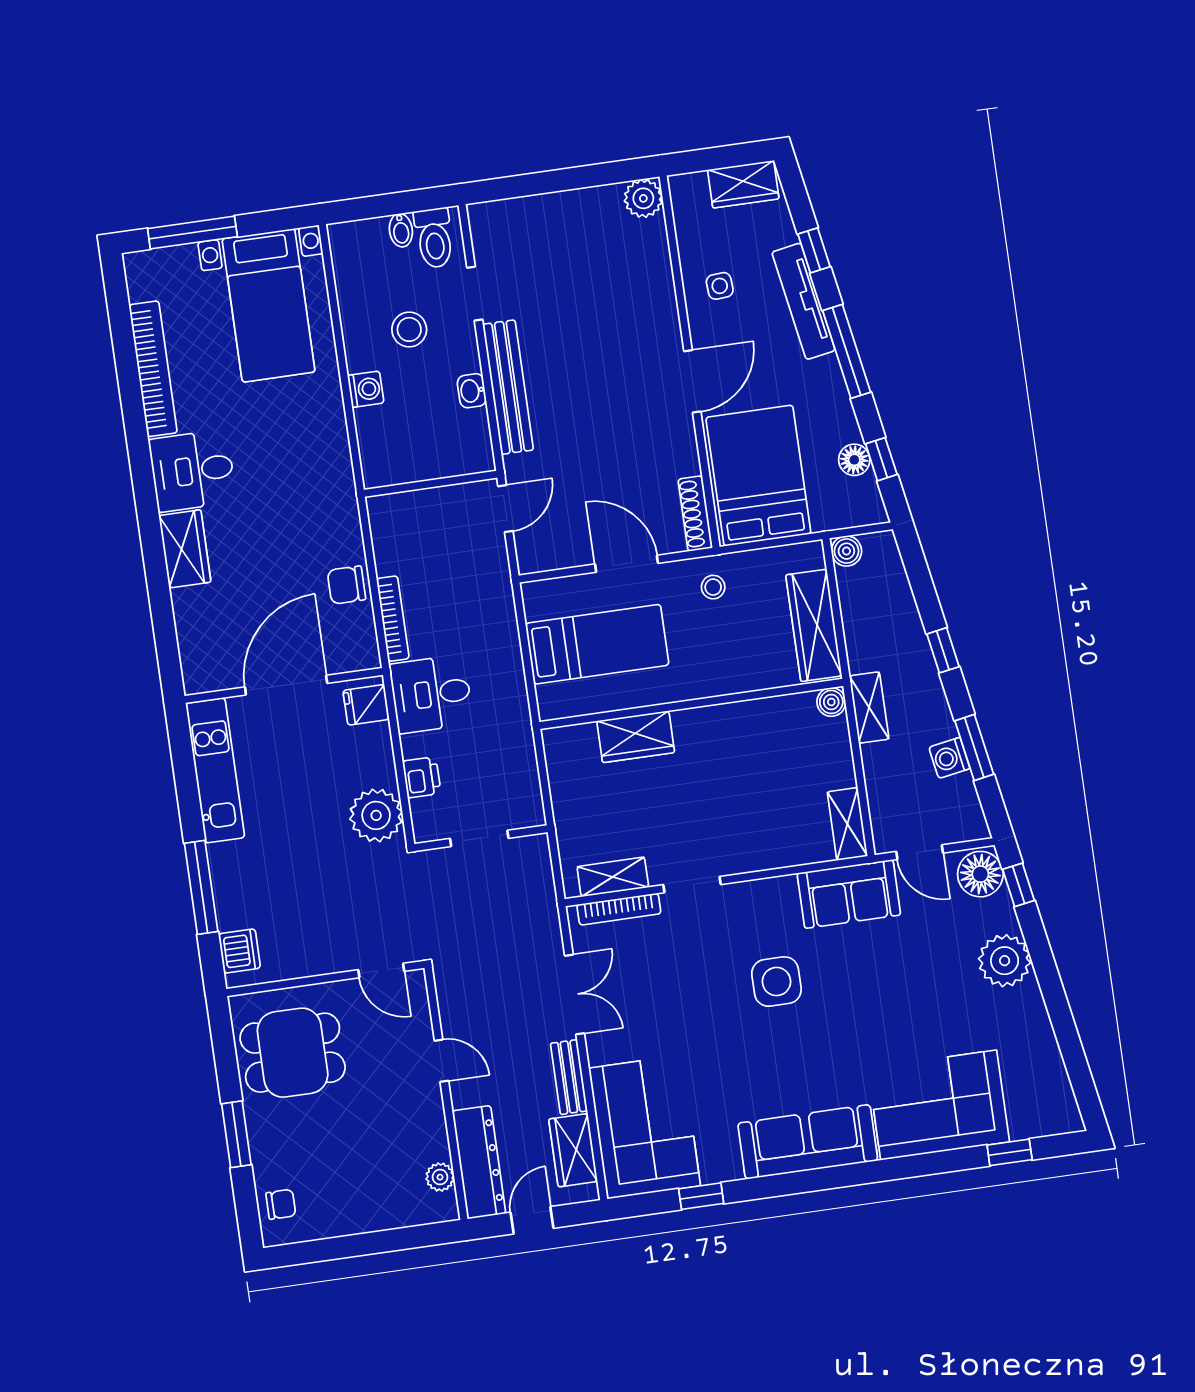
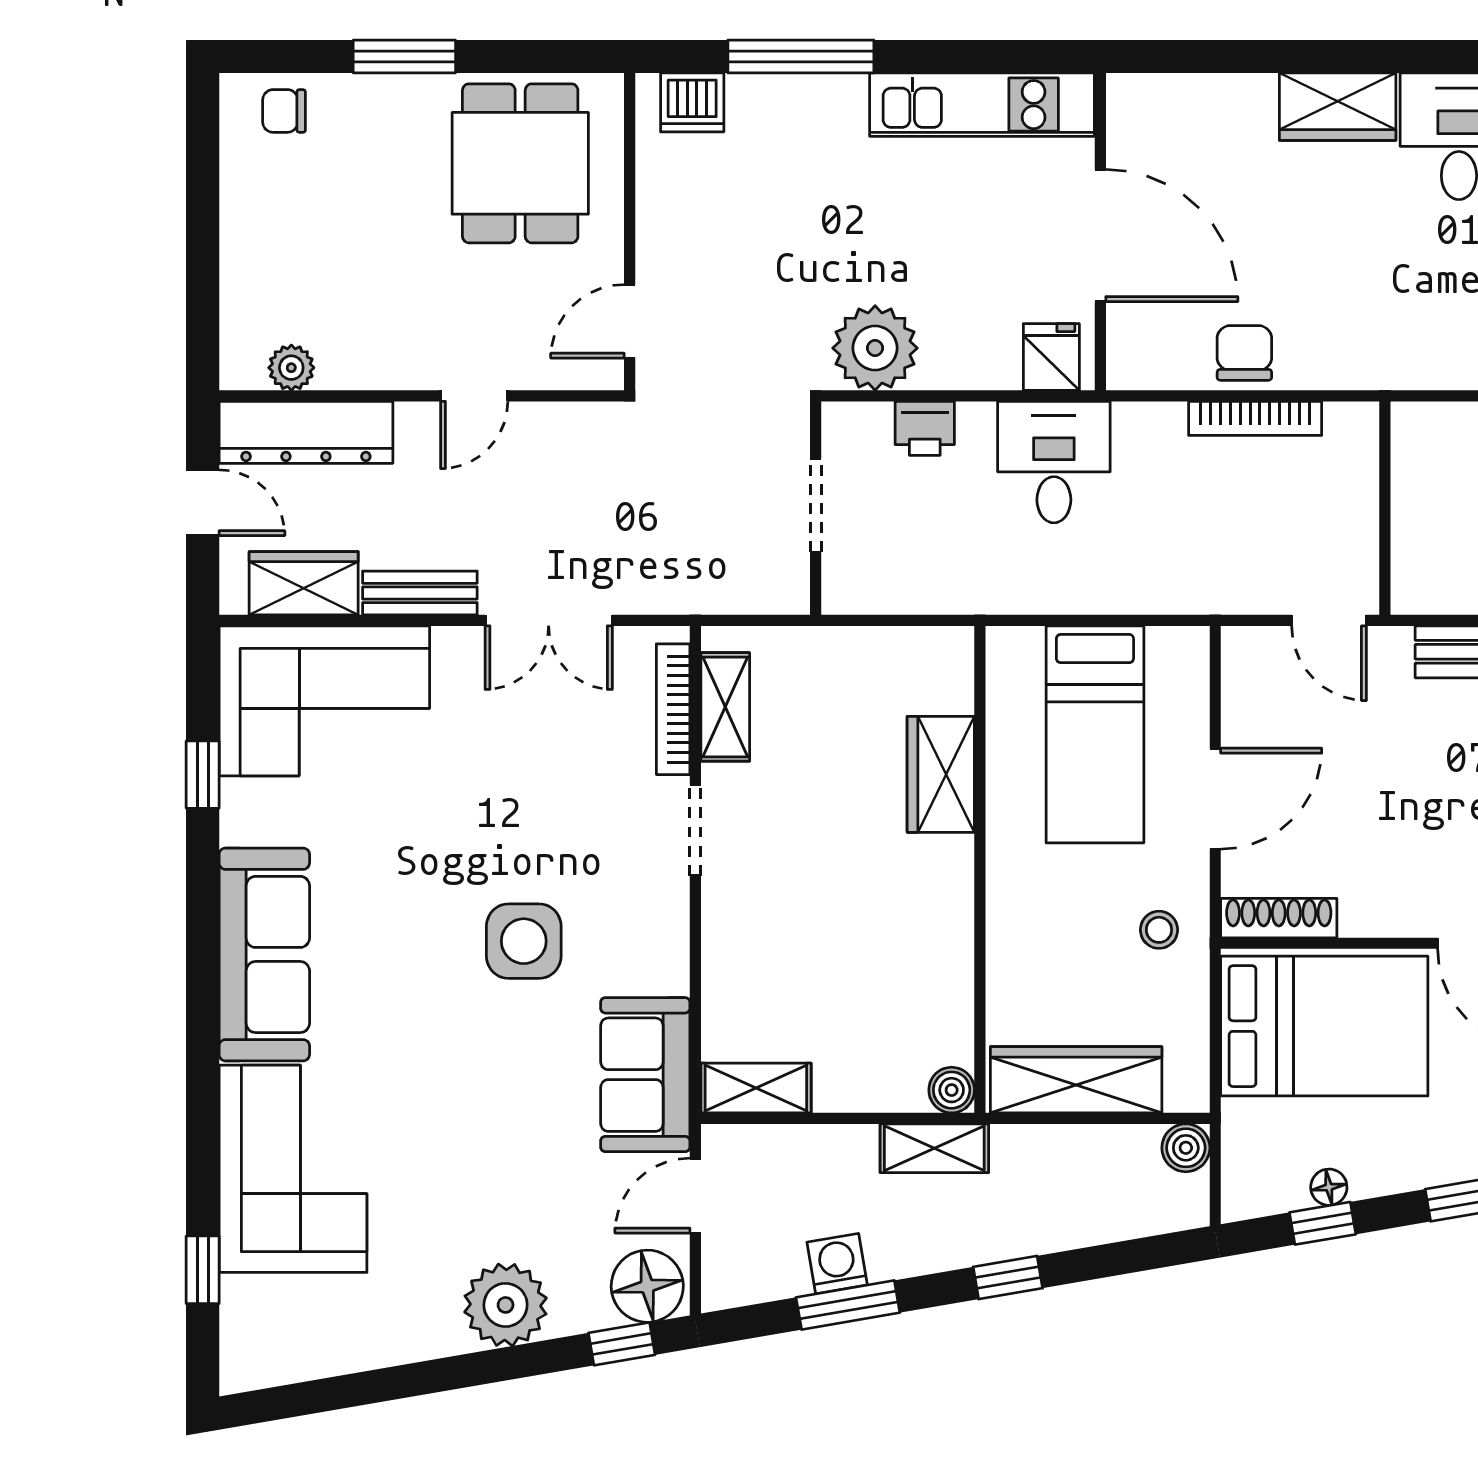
floor lamp: (854, 460) -> (1329, 1187), width x0.73, depth x0.73
bookcase: (393, 619) -> (1255, 418), moved
chair: (281, 1204) -> (284, 111), turned 90

